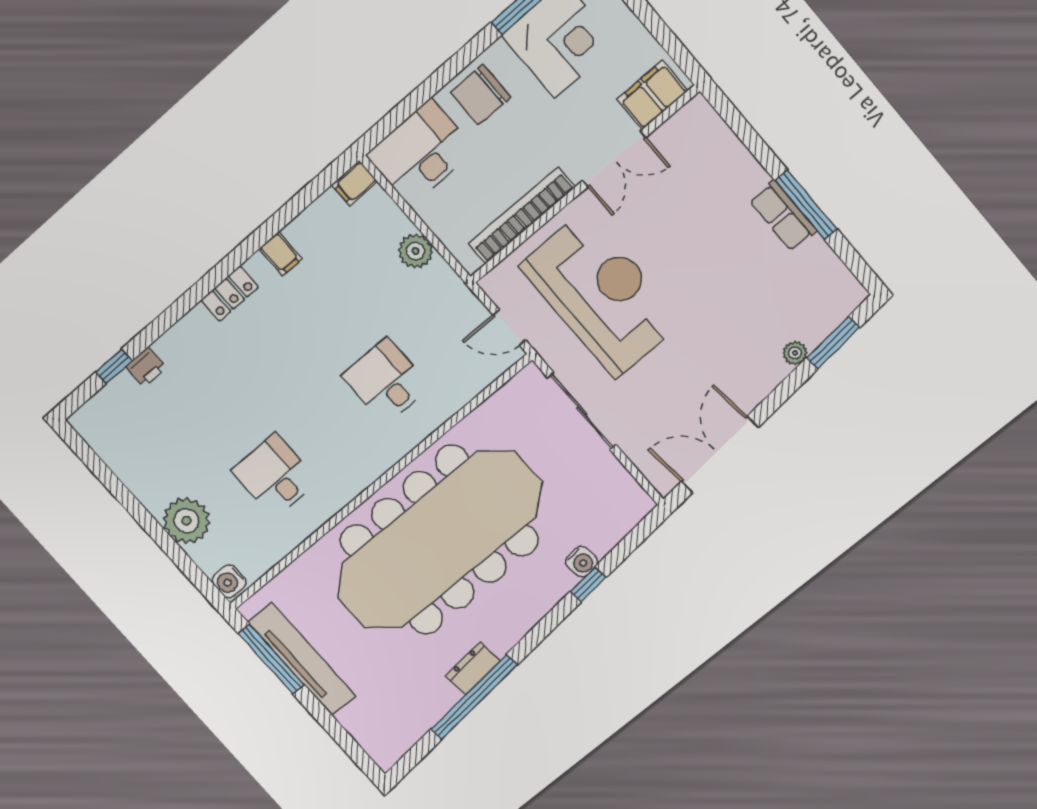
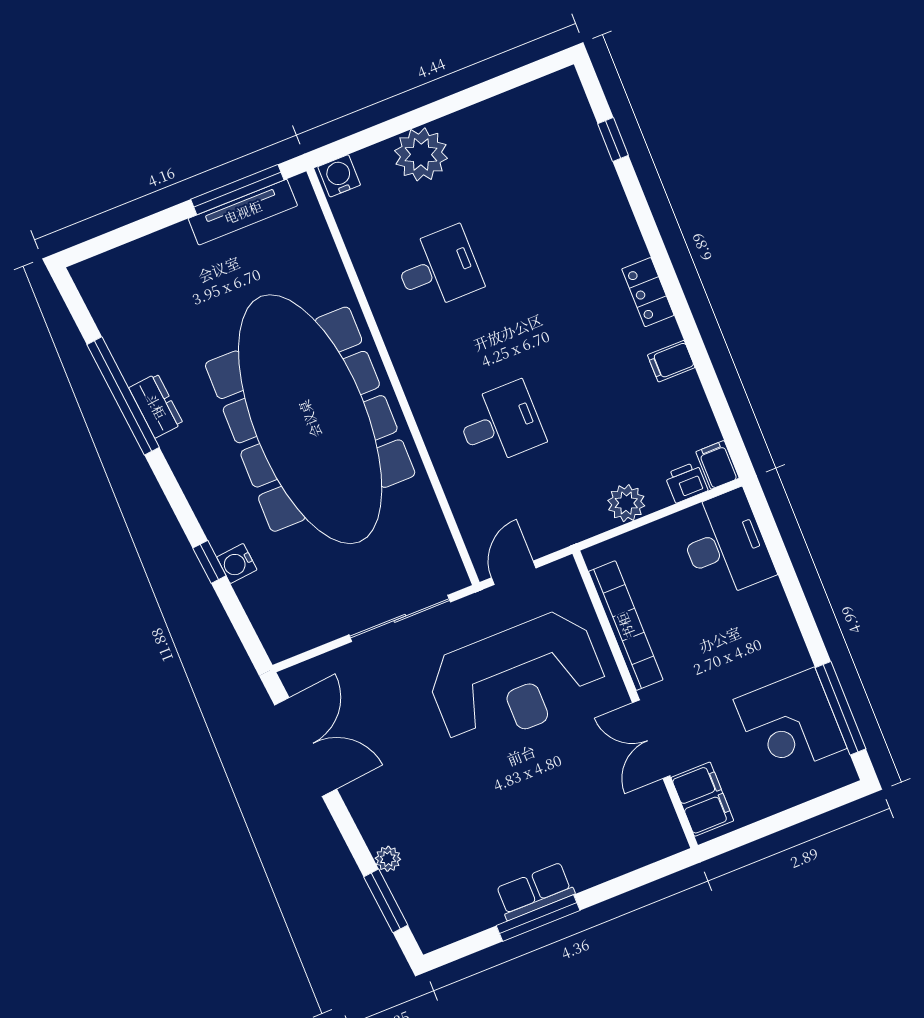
chair: (481, 95) -> (762, 626), removed
printer: (146, 367) -> (686, 482), moved, turned 90
tv unit: (302, 659) -> (243, 212), width x0.73, depth x0.78

